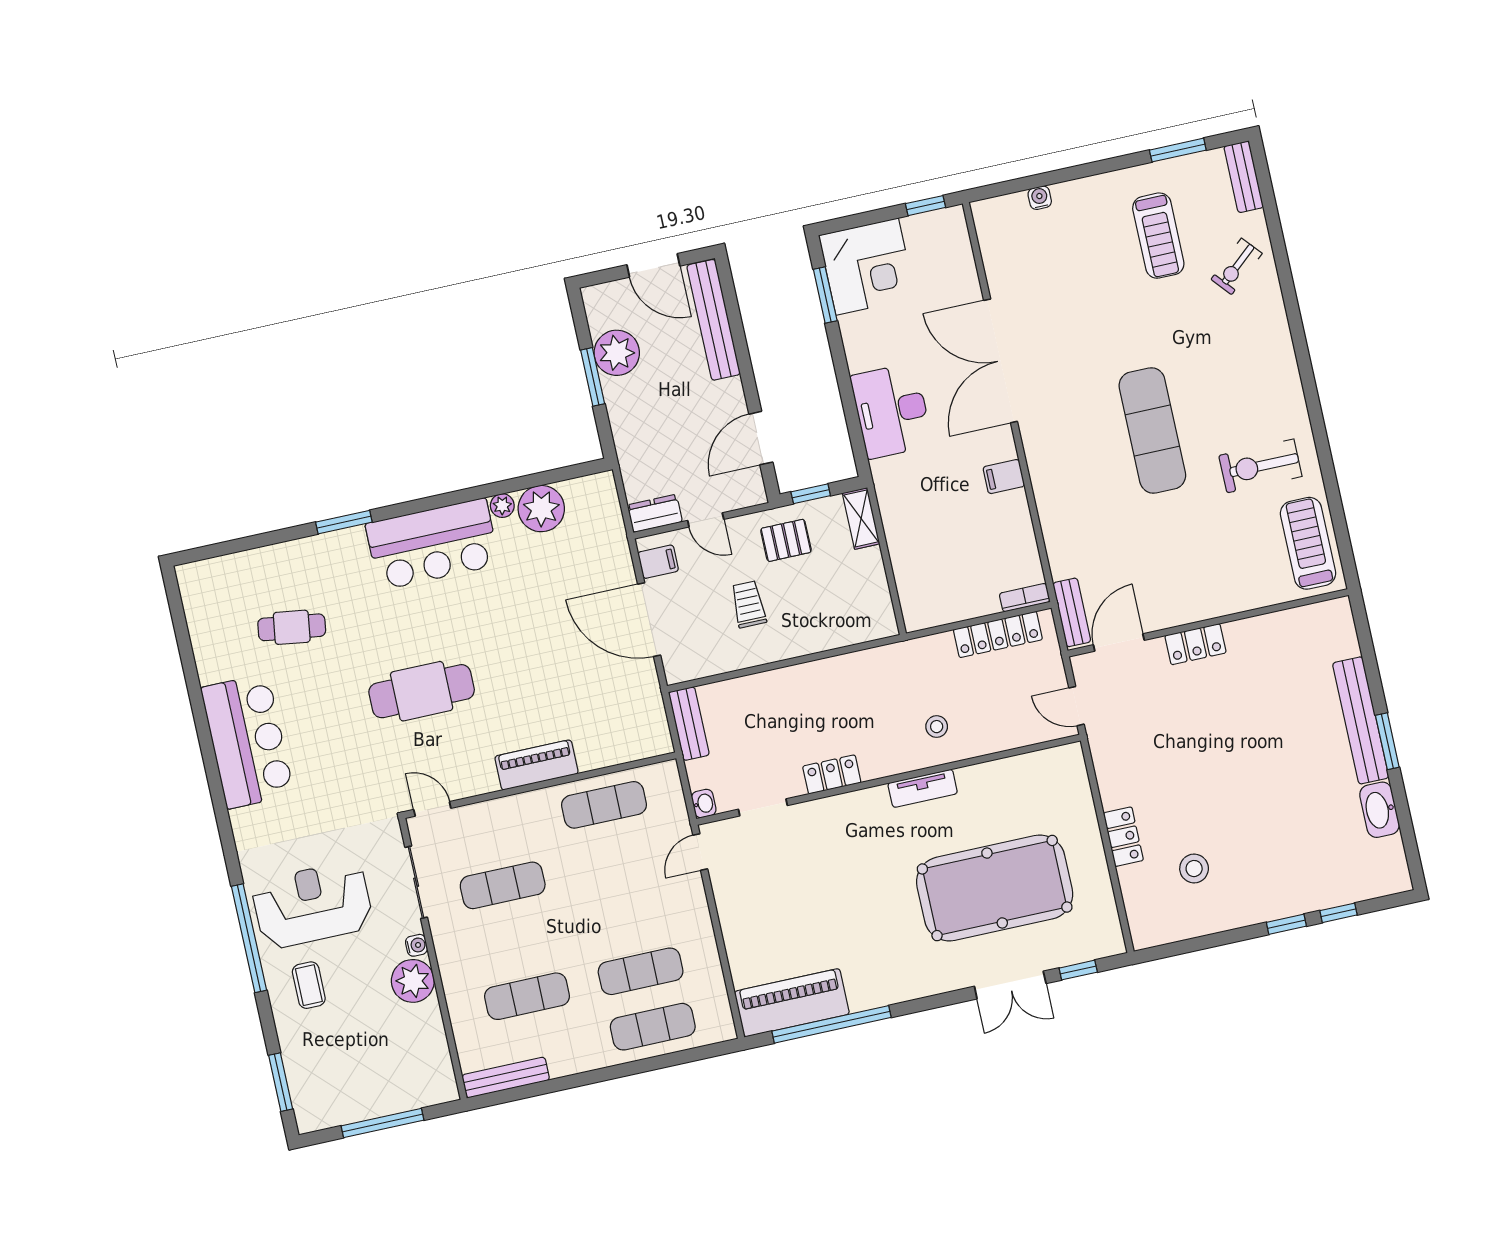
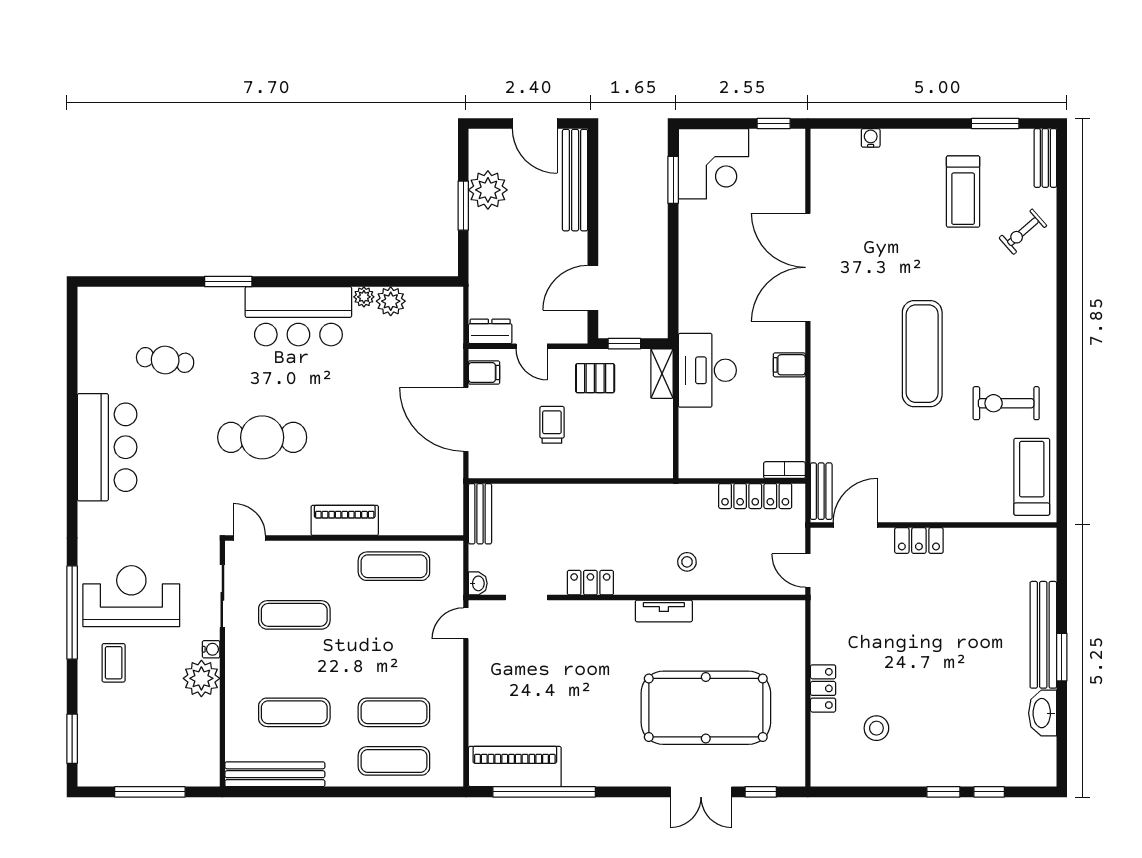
desk: (892, 411) -> (707, 370), moved
plant: (541, 509) -> (391, 301), width x0.73, depth x0.73
bench: (506, 1077) -> (275, 774), width x1.37, depth x1.21

